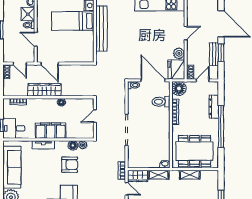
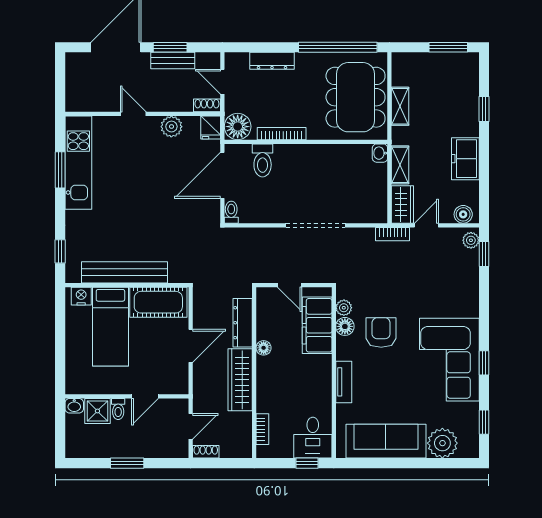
cot: (86, 46) -> (158, 302), added
door: (50, 64) -> (191, 346), moved
fridge: (176, 70) -> (211, 128), width x0.53, depth x0.75
dresser: (75, 91) -> (243, 323), added
window: (221, 127) -> (338, 47), moved
filing cabinet: (51, 131) -> (317, 325), moved

